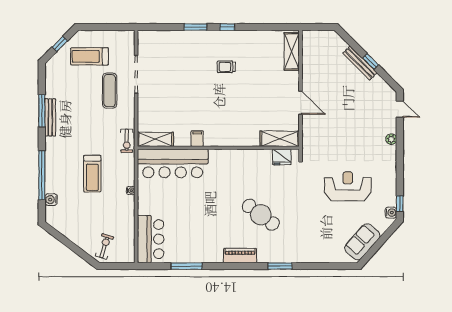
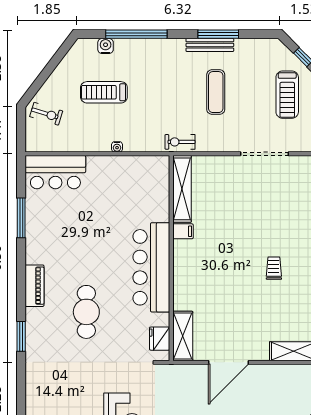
treadmill: (89, 56) -> (287, 95), turned 180
exercise mat: (110, 91) -> (216, 92), moved, turned 90
door: (301, 103) -> (228, 362), width x1.36
shelving: (155, 139) -> (182, 189), width x1.47
bar counter: (173, 163) -> (151, 267), moved
treadmill: (92, 174) -> (104, 92), moved
cafe table: (261, 215) -> (86, 312), turned -37

